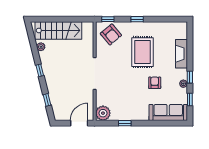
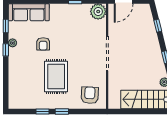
window: (108, 19) -> (43, 112), moved
armchair: (111, 34) -> (90, 95), turned 43
fireplace: (181, 54) -> (15, 75), removed

